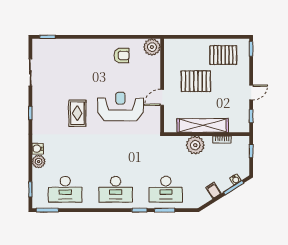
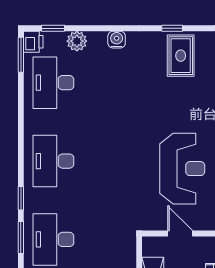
door: (162, 97) -> (180, 234), moved
rug: (77, 113) -> (181, 56), moved, turned 90
plant: (39, 162) -> (77, 41), moved
printer: (39, 202) -> (33, 42), added

